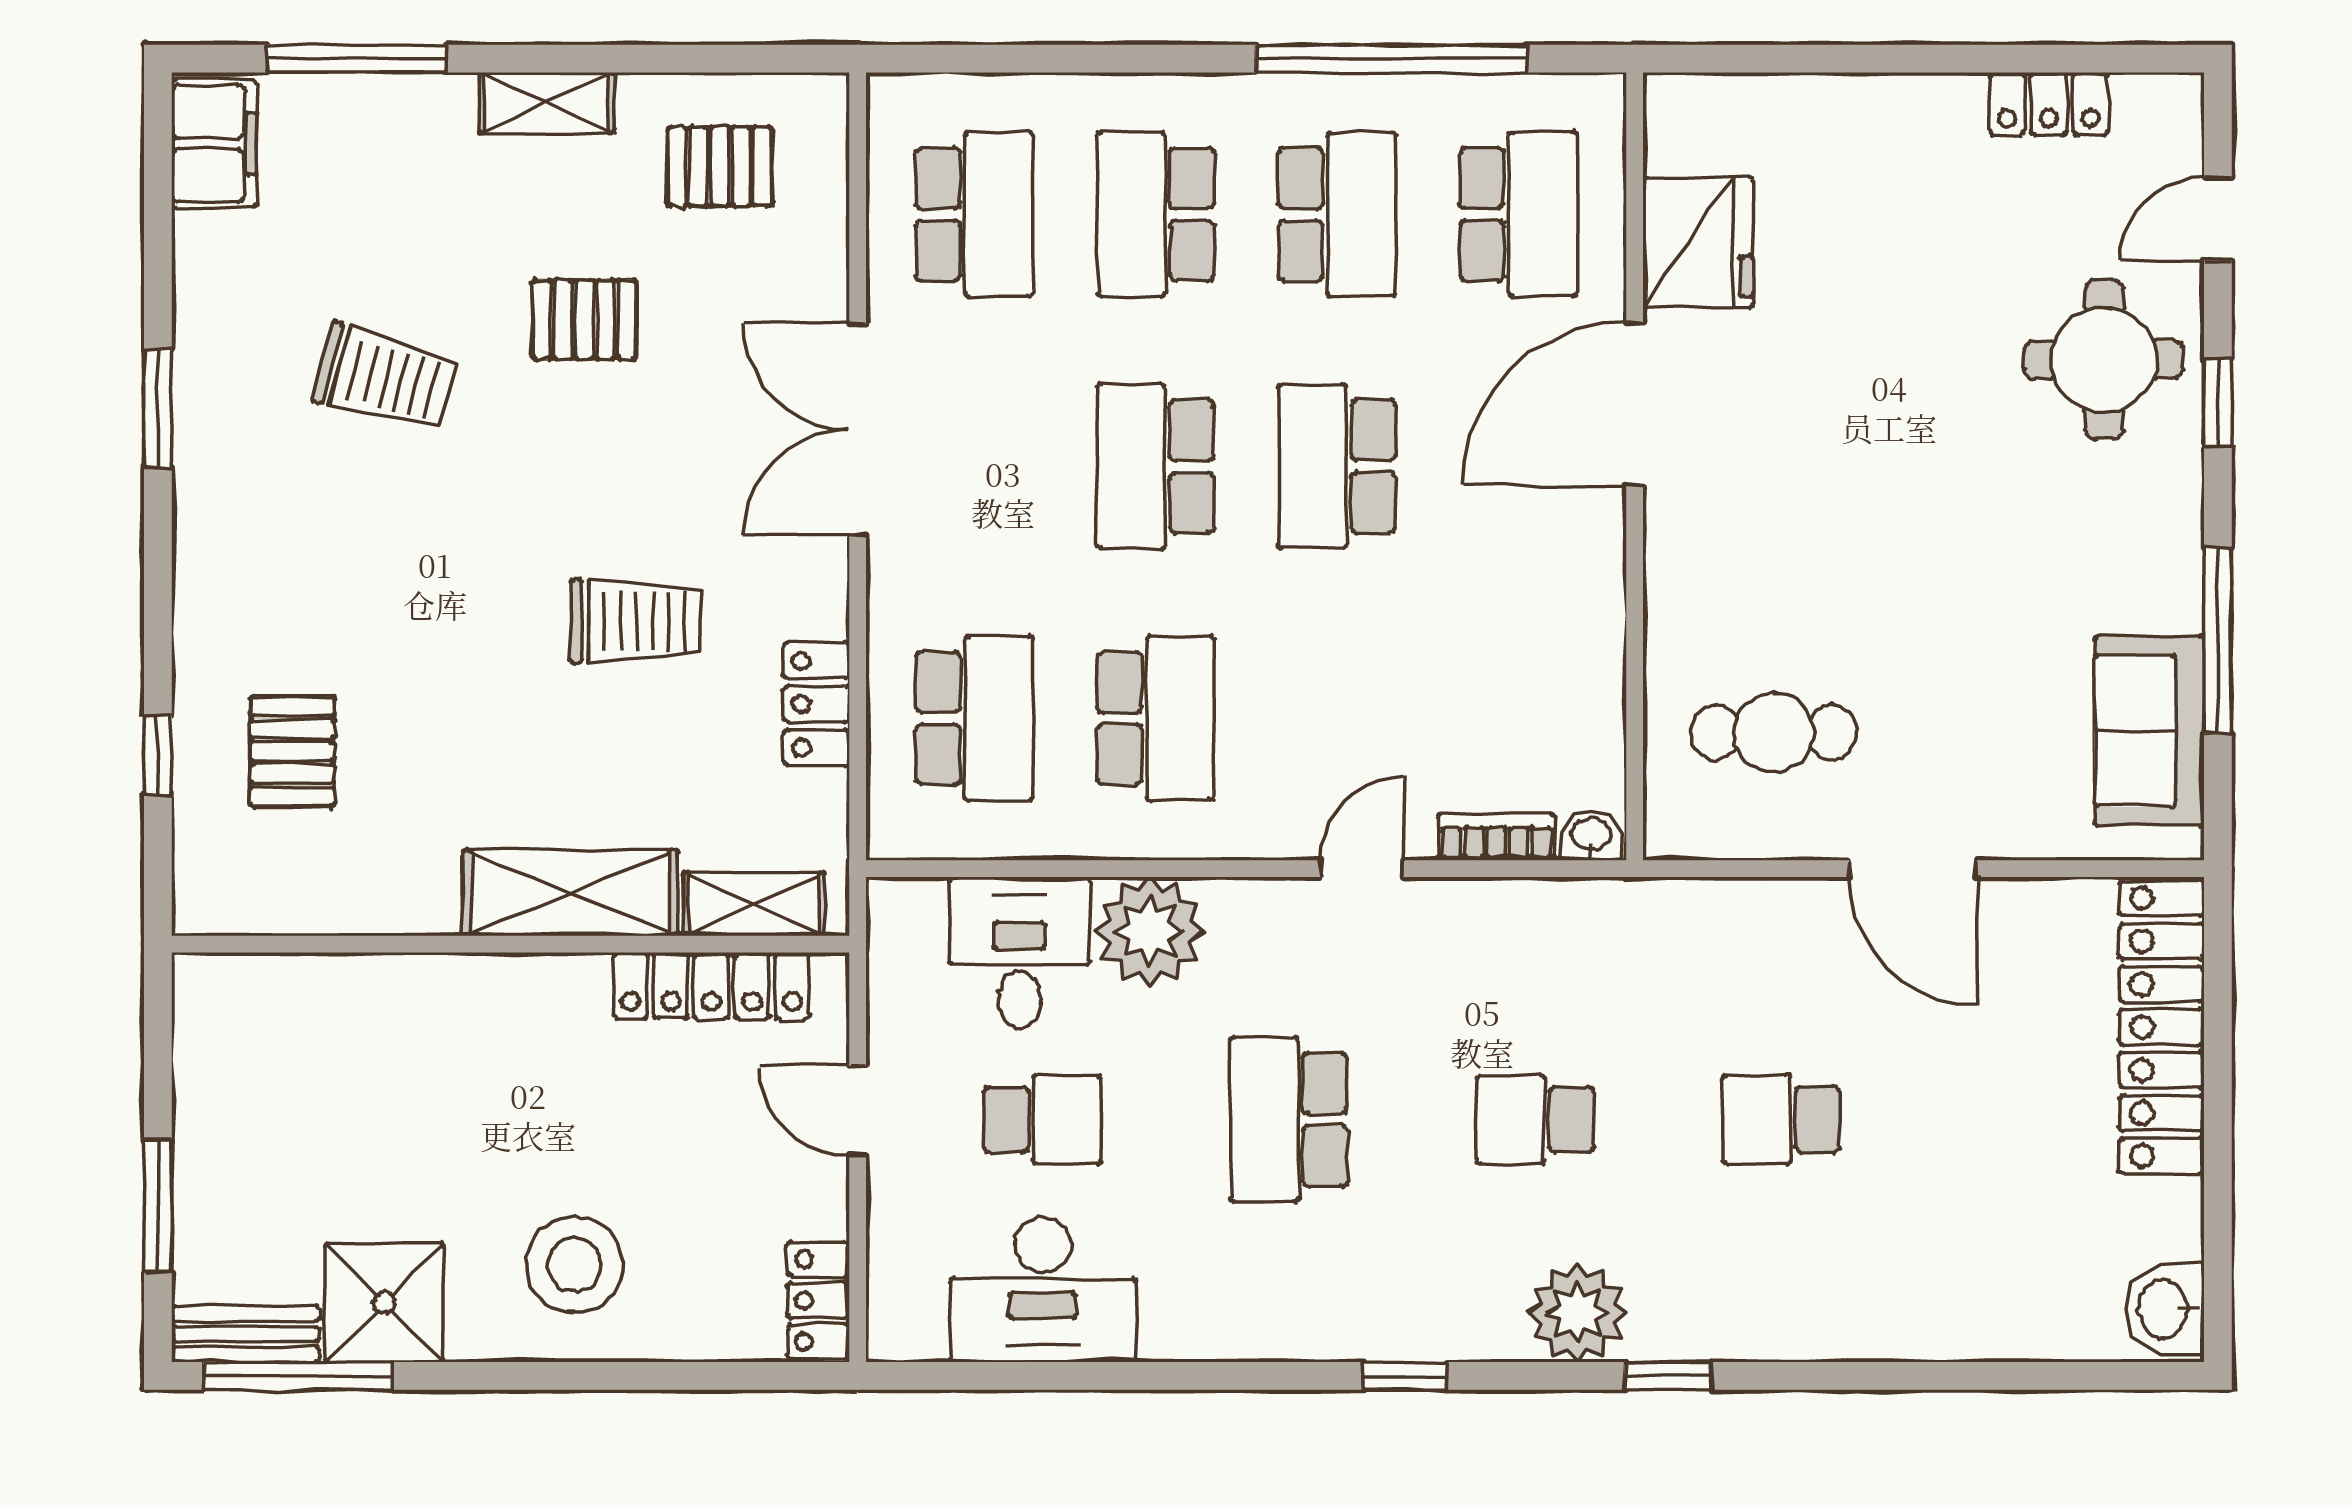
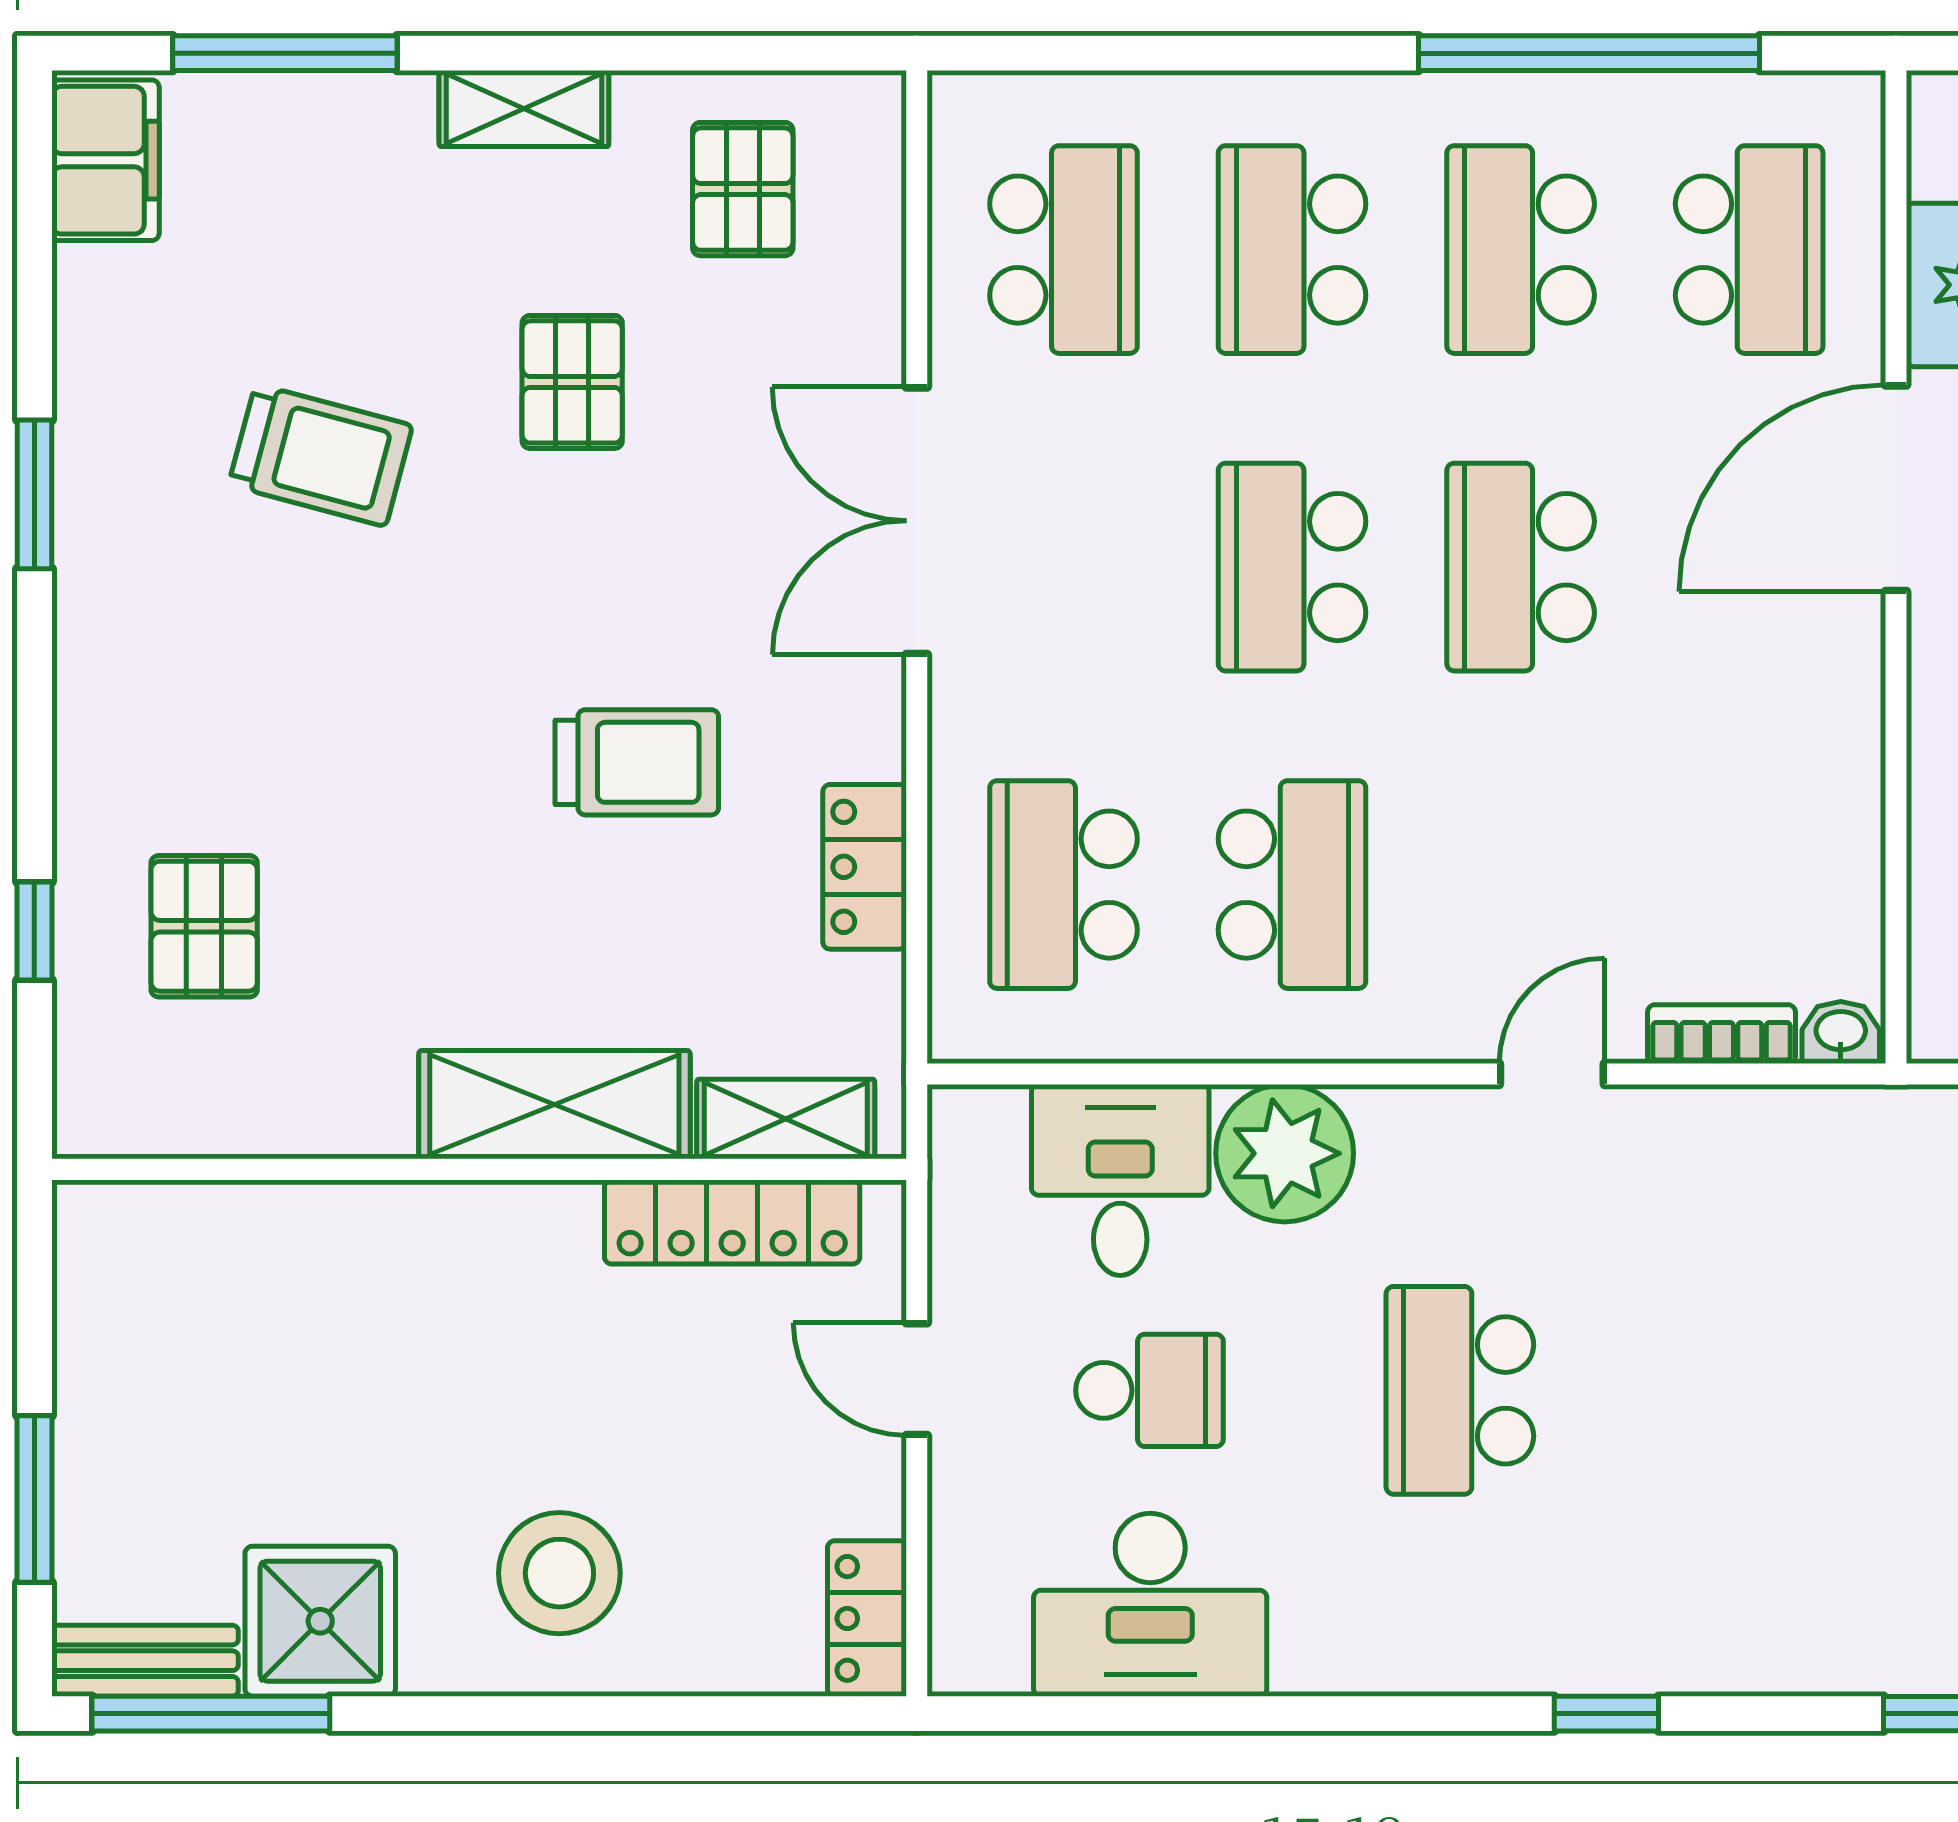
pallet: (720, 166) -> (743, 189), turned 90
school desk: (1337, 214) -> (1521, 250), turned 180
pallet: (584, 319) -> (572, 382), turned 90
school desk: (974, 718) -> (1063, 885), turned 180
school desk: (1535, 1120) -> (1770, 1390), removed
plant: (1577, 1313) -> (1824, 1634), removed

